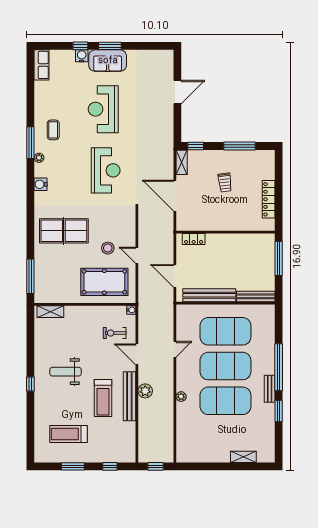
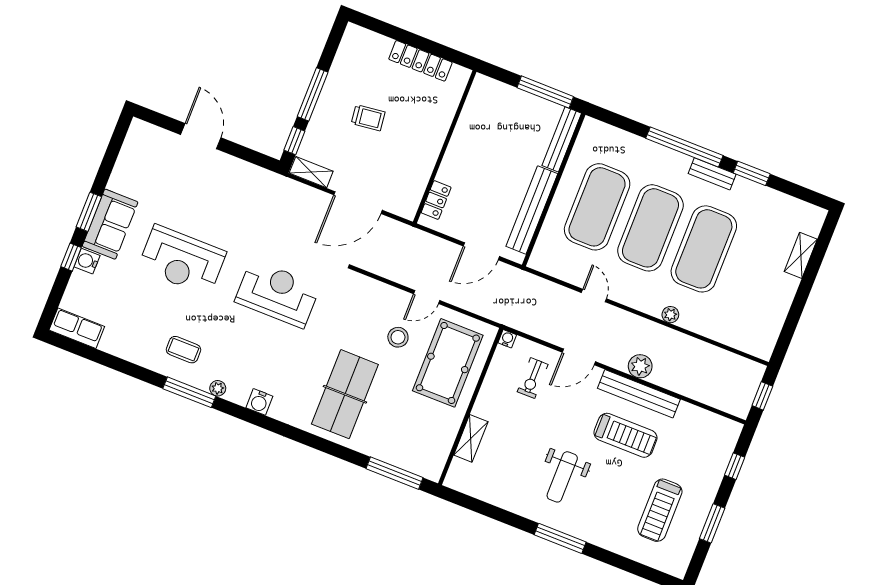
window: (239, 146) -> (313, 94), moved
window: (279, 258) -> (545, 92), moved
shelving: (50, 312) -> (471, 438), moved
window: (30, 384) -> (560, 538), width x2.17

